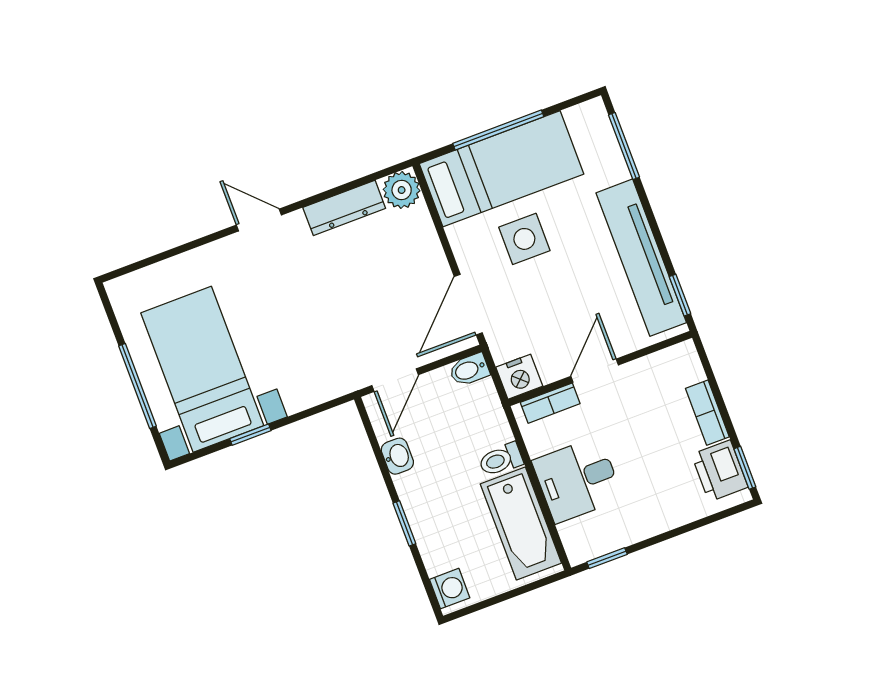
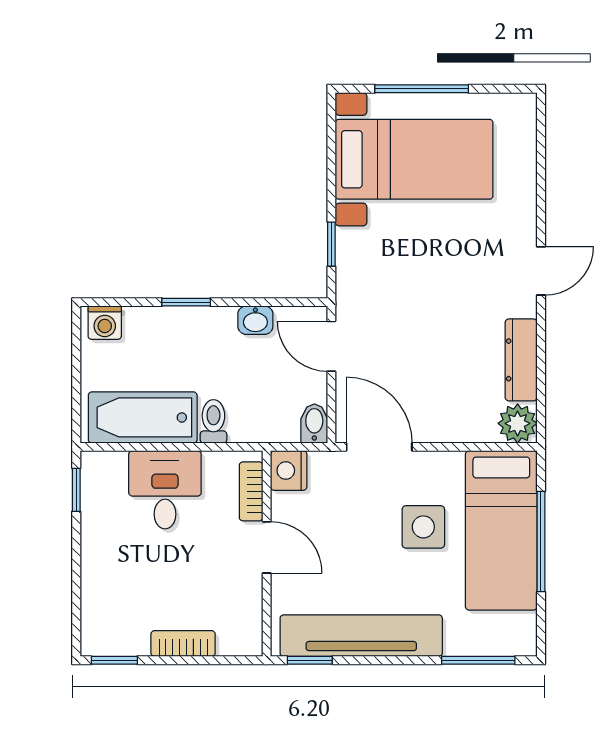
window: (250, 435) -> (331, 244), moved
printer: (720, 471) -> (121, 634), removed

